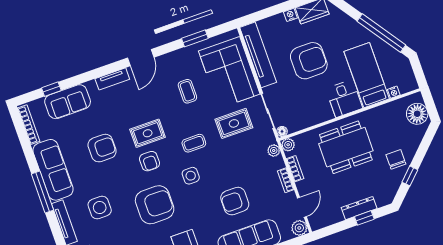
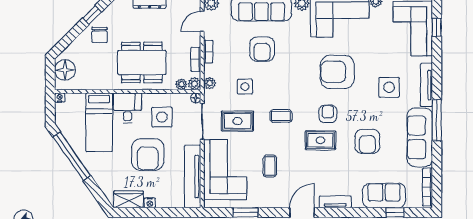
armchair: (309, 61) -> (148, 155), turned -90
nightstand: (394, 92) -> (60, 98), moved
side table: (308, 102) -> (162, 117), added
plant: (300, 140) -> (181, 84), added
armchair: (102, 148) -> (367, 141), turned -90
side table: (191, 176) -> (245, 87), moved
armchair: (235, 201) -> (262, 49), turned 90

